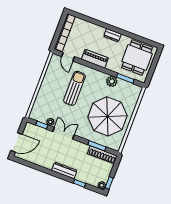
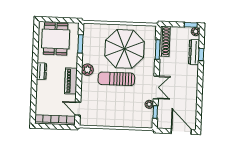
door: (68, 57) -> (78, 109), swing flipped
dining table: (137, 58) -> (56, 39), turned 90
plant: (112, 81) -> (87, 70), moved
sun lounger: (74, 88) -> (116, 79), moved
double door: (63, 133) -> (156, 87), swing flipped
dresser: (64, 170) -> (194, 52), moved

